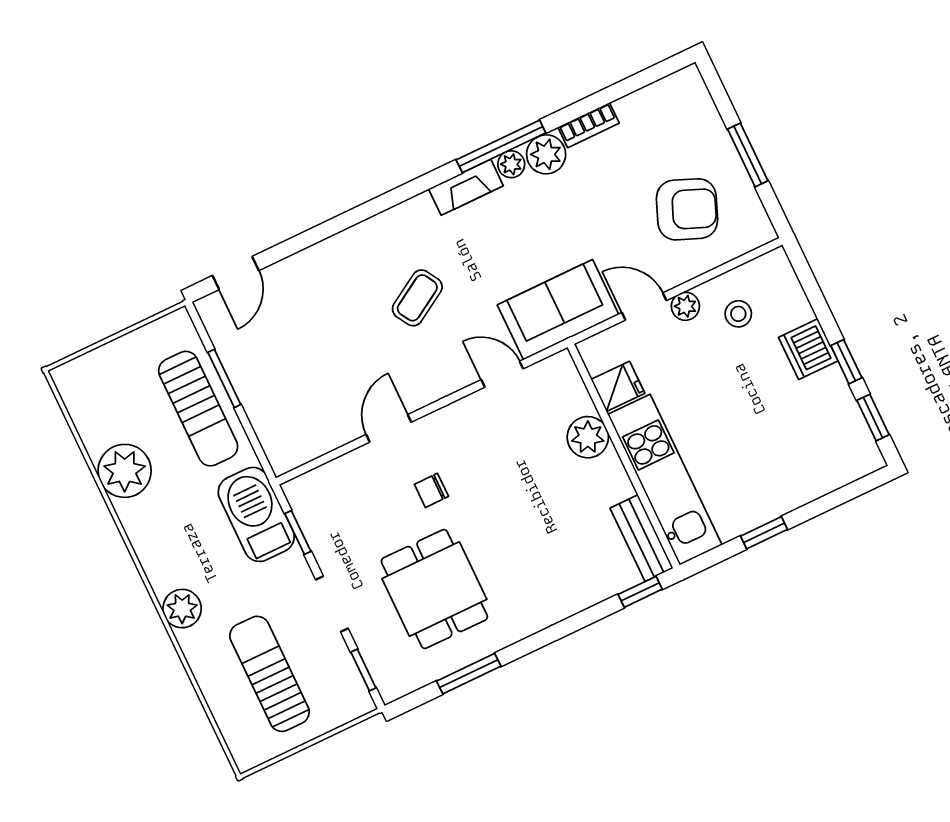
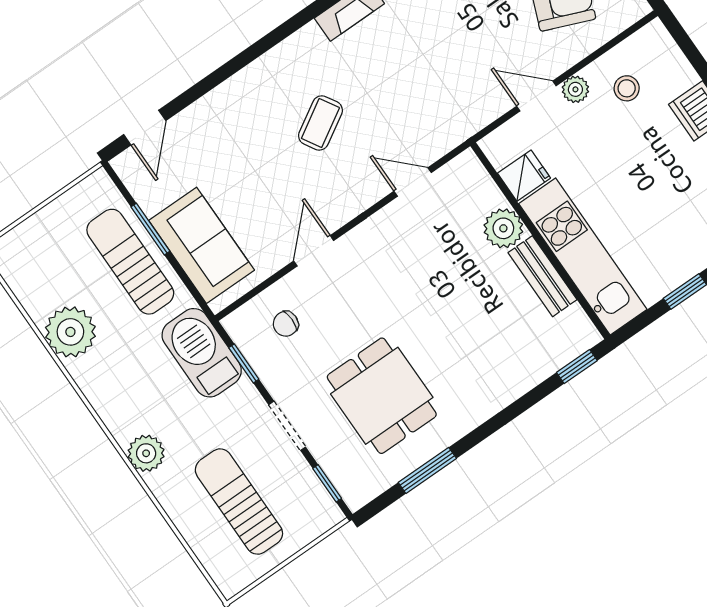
sofa: (558, 310) -> (202, 245), moved, turned 90
sun lounger: (198, 409) -> (130, 262), turned 180
chair: (431, 490) -> (286, 324), moved
bench: (642, 538) -> (542, 276), moved

